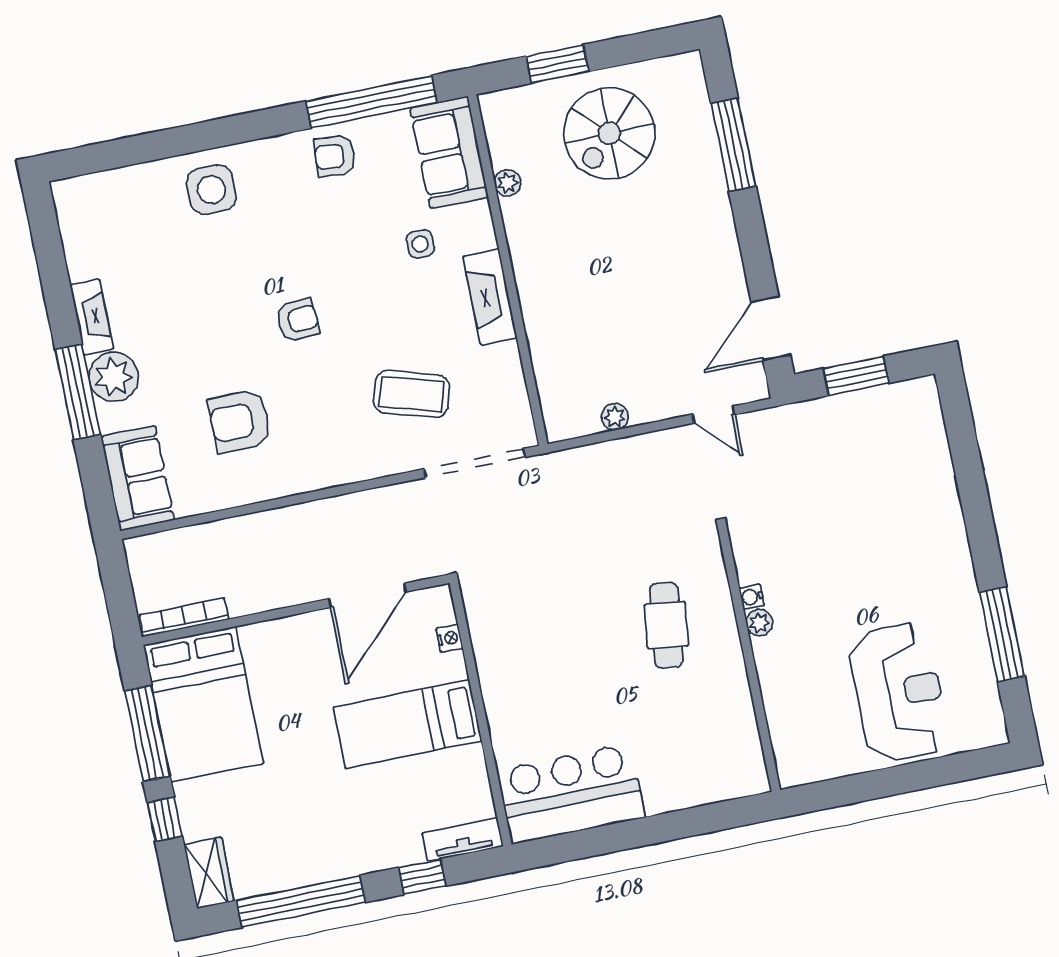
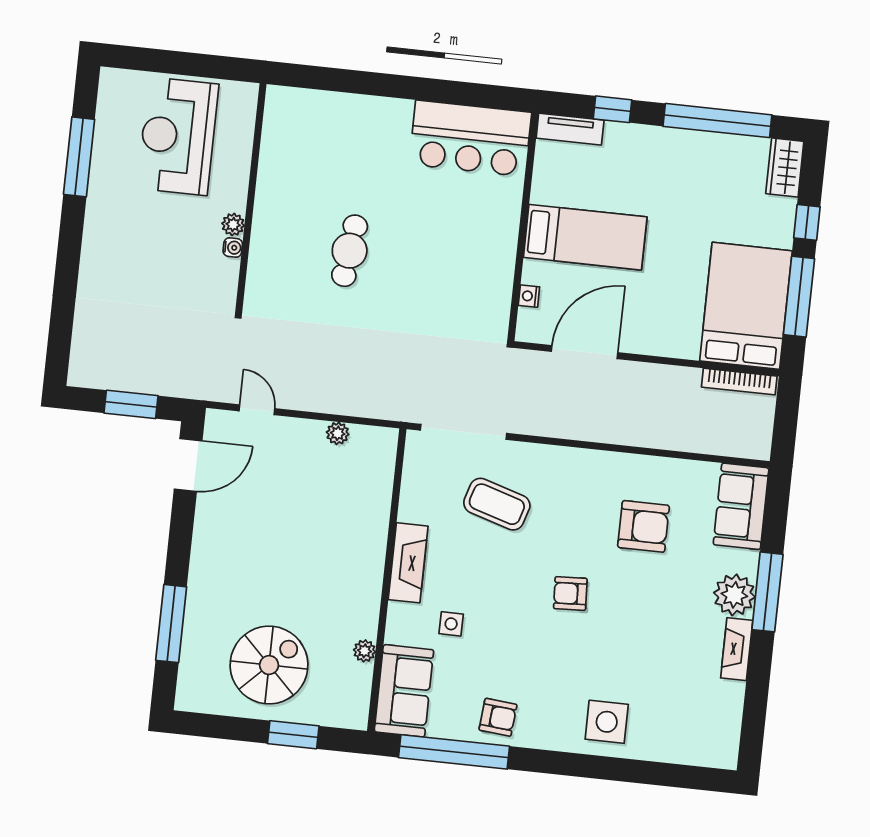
water cooler: (752, 597) -> (233, 248), moved
plant: (759, 623) -> (233, 224), moved
wall: (749, 659) -> (251, 198), moved

